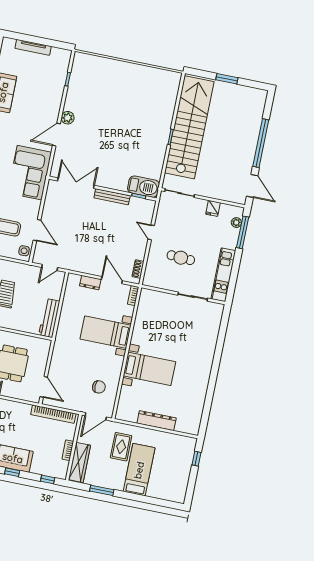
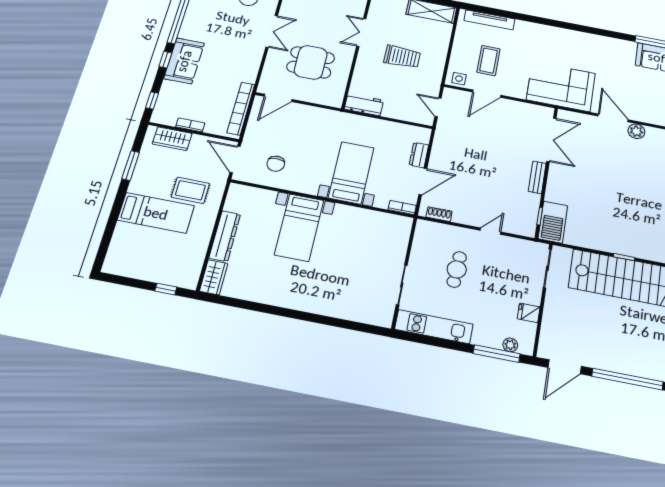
bench: (112, 197) -> (537, 177), width x0.73
workbench: (49, 318) -> (364, 105), width x0.73
wardrobe: (188, 427) -> (214, 277), added
wardrobe: (79, 462) -> (172, 139), width x0.67

